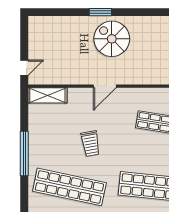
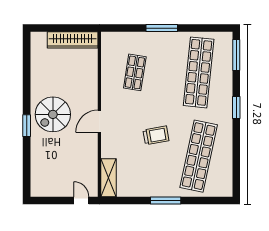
door: (105, 86) -> (99, 121), swing flipped
window: (24, 153) -> (166, 201), width x0.68

